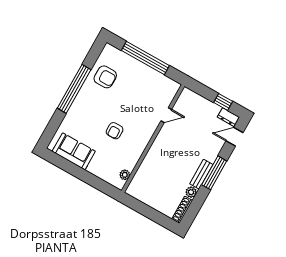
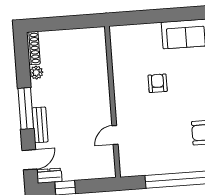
bench: (201, 174) -> (40, 125), moved
plant: (125, 175) -> (117, 45), removed

